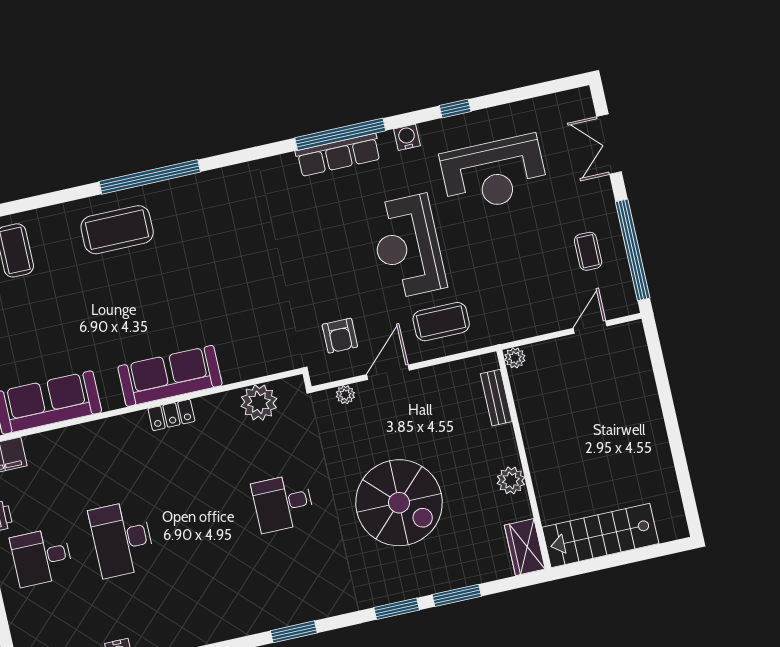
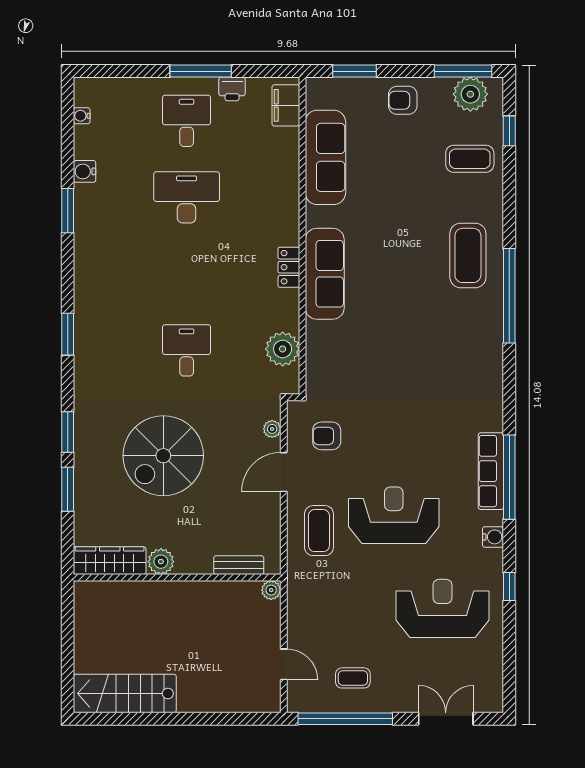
reception desk: (494, 174) -> (442, 608), turned 90
door: (388, 372) -> (284, 472), swing flipped
stairs: (600, 535) -> (125, 693), moved, turned -90
wardrobe: (525, 547) -> (110, 561), width x1.50

